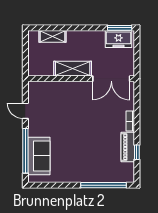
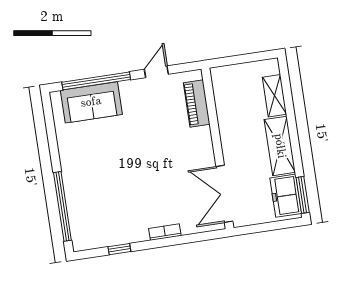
shelving: (73, 69) -> (280, 146), moved
piano: (128, 147) -> (197, 103), moved, turned -90

